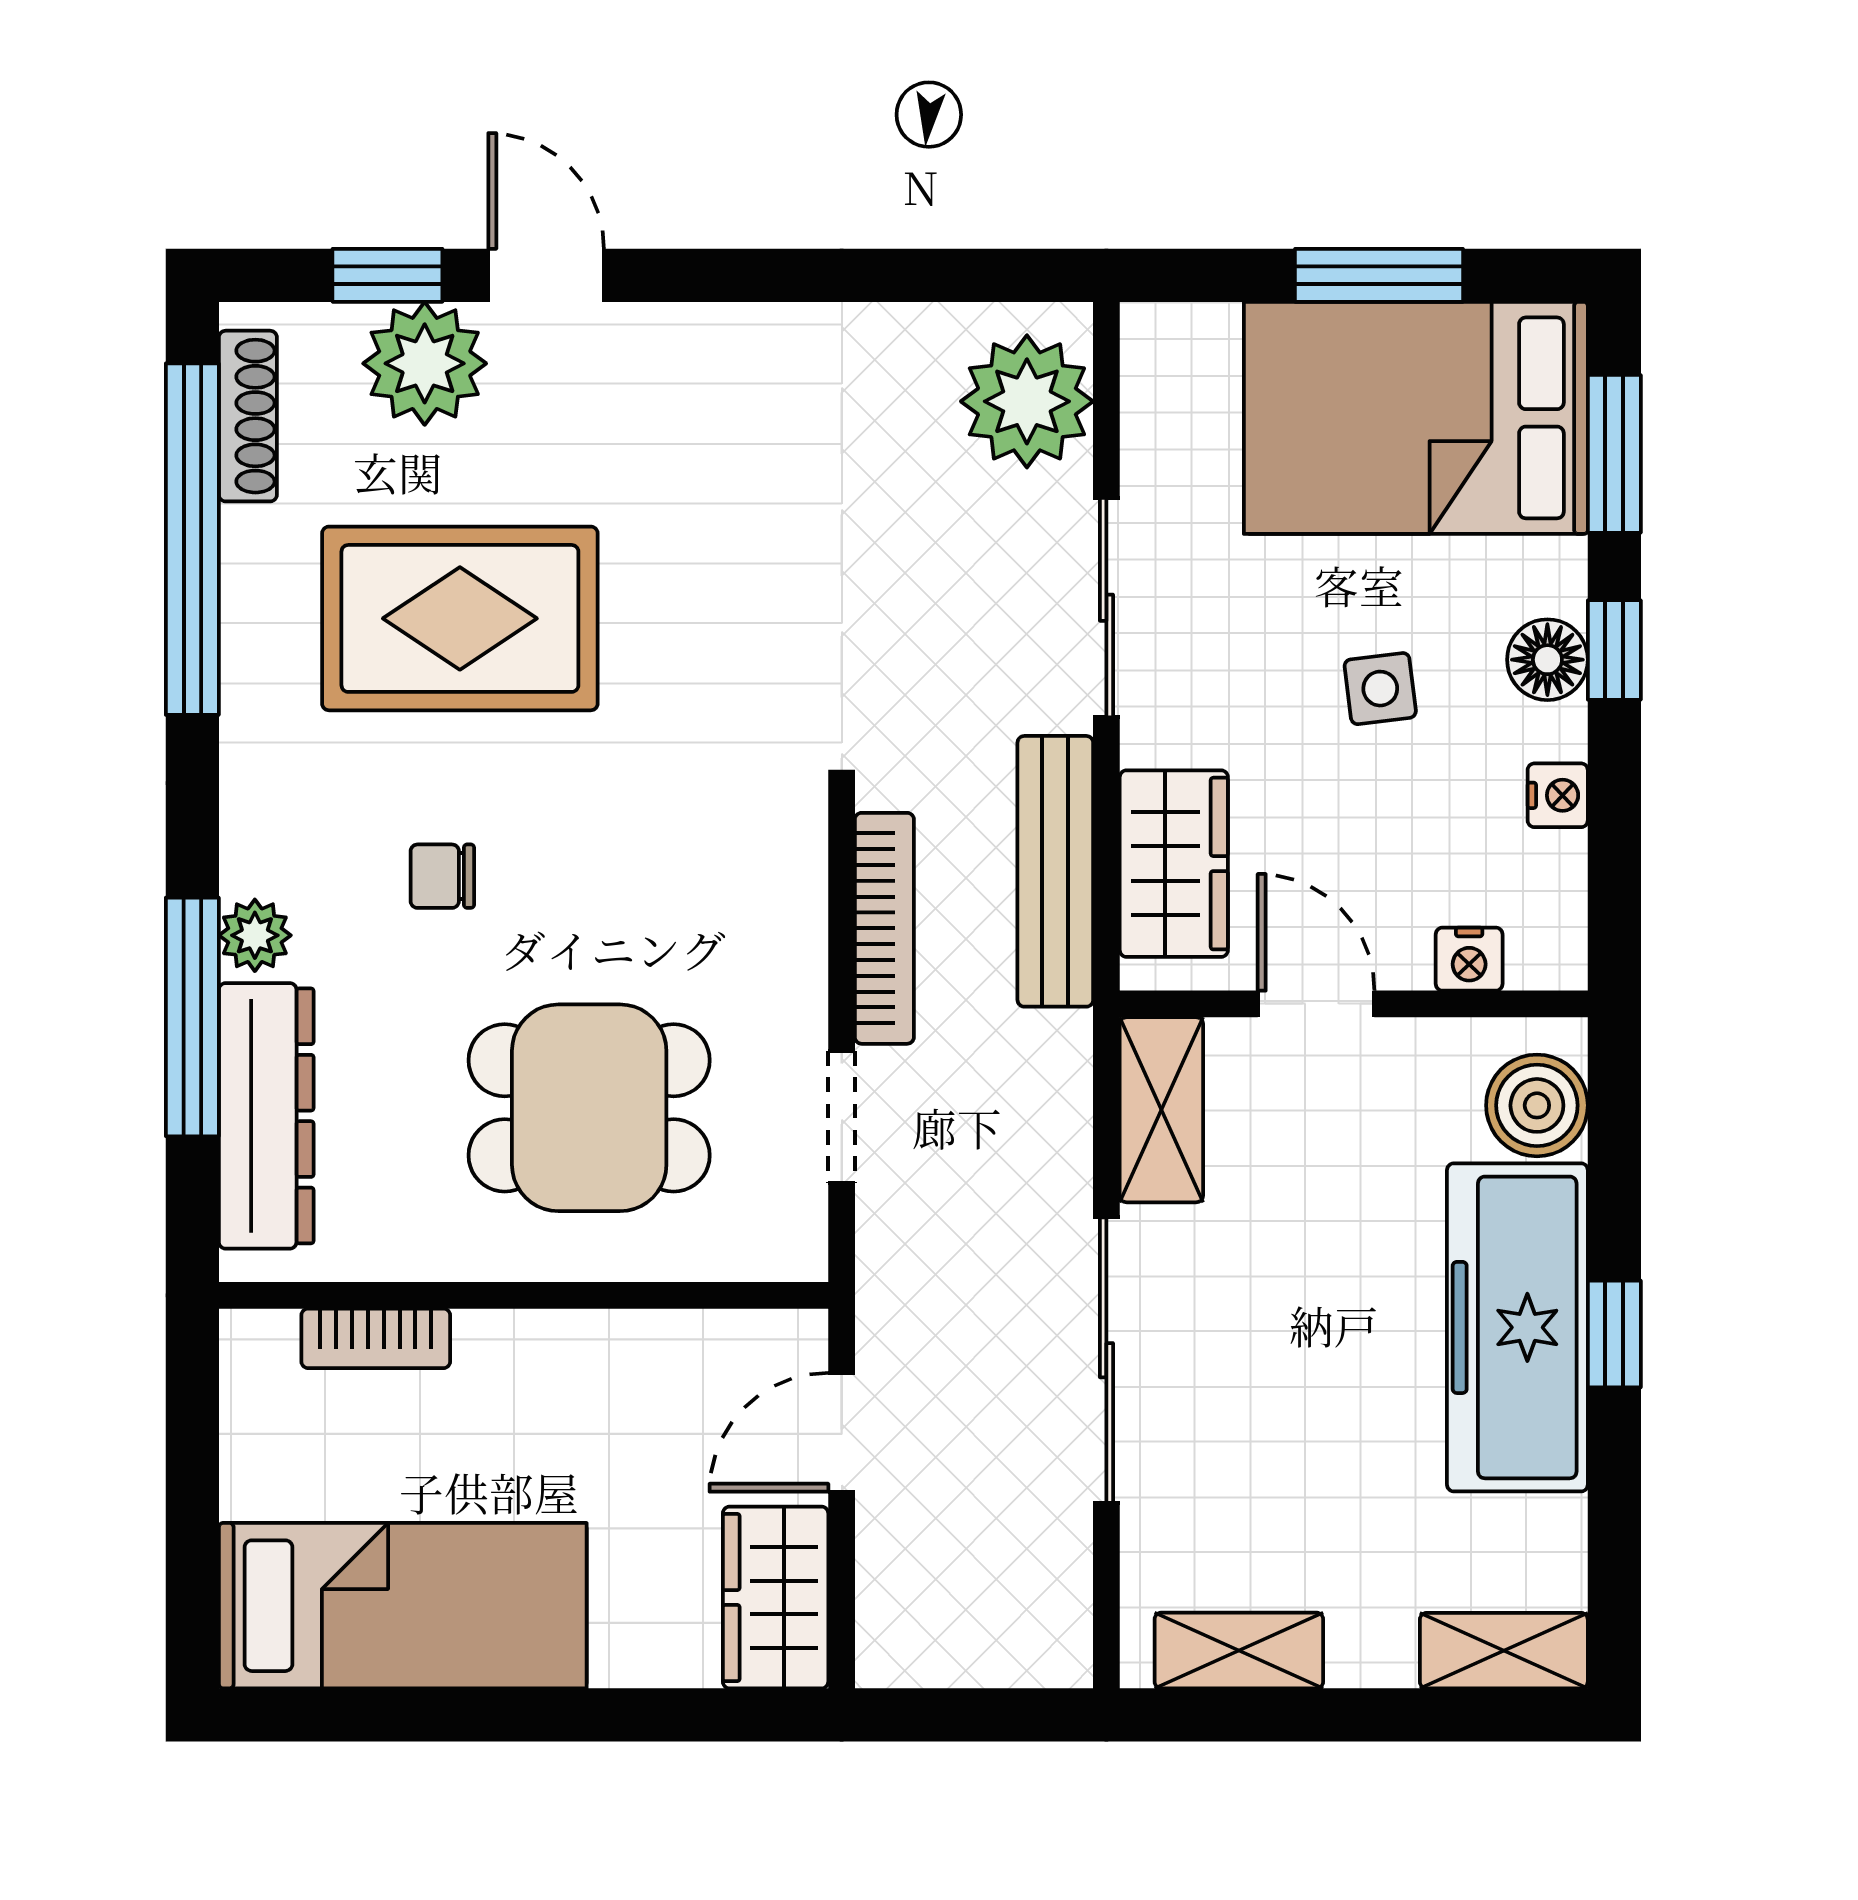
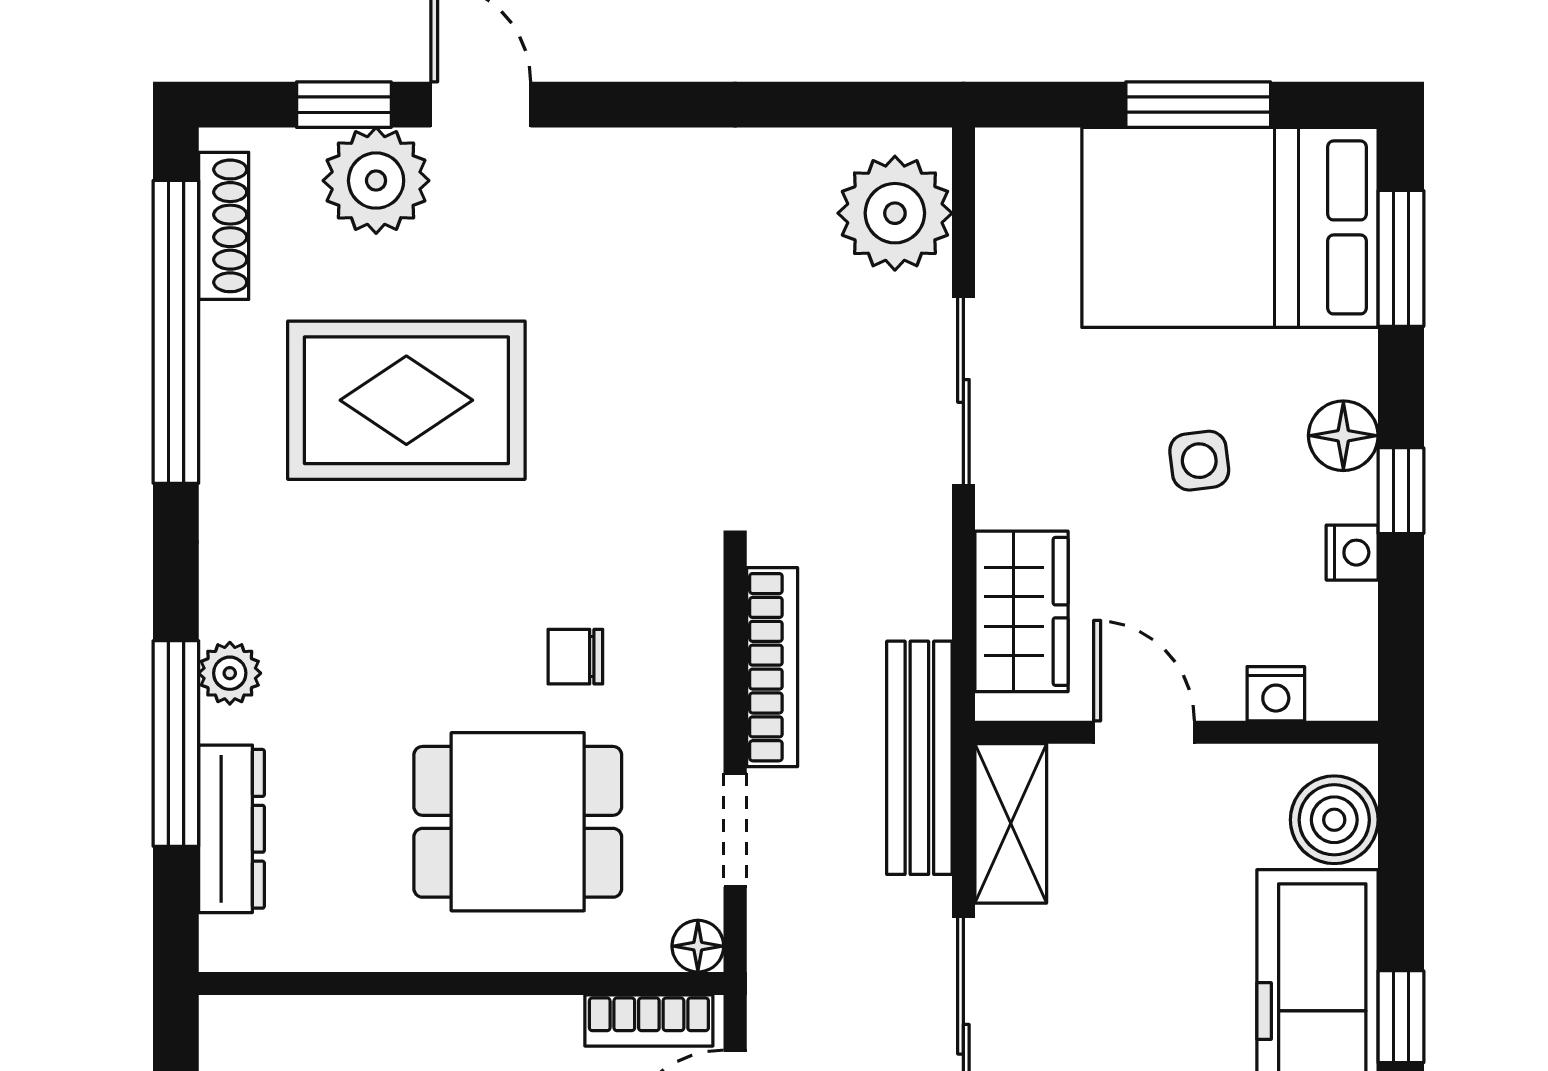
window: (1614, 650) -> (1401, 491), moved
bench: (1055, 871) -> (919, 758), moved
chair: (442, 876) -> (575, 657), moved
dresser: (266, 1116) -> (232, 829), width x0.73, depth x0.80
floor lamp: (798, 1252) -> (698, 946), added
bookcase: (376, 1338) -> (649, 1020), moved

